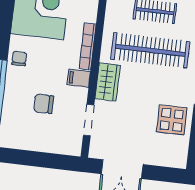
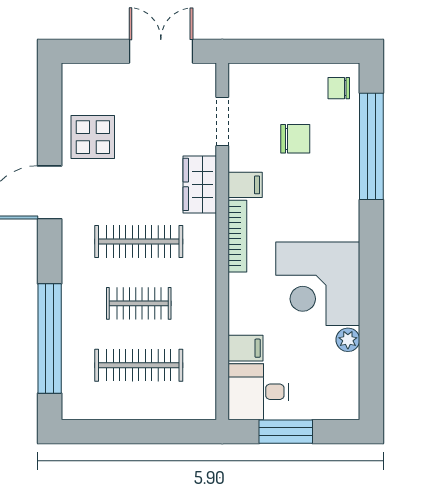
clothes rail: (150, 50) -> (139, 241), width x0.73, depth x0.76
chair: (19, 58) -> (339, 88), moved, turned 90

